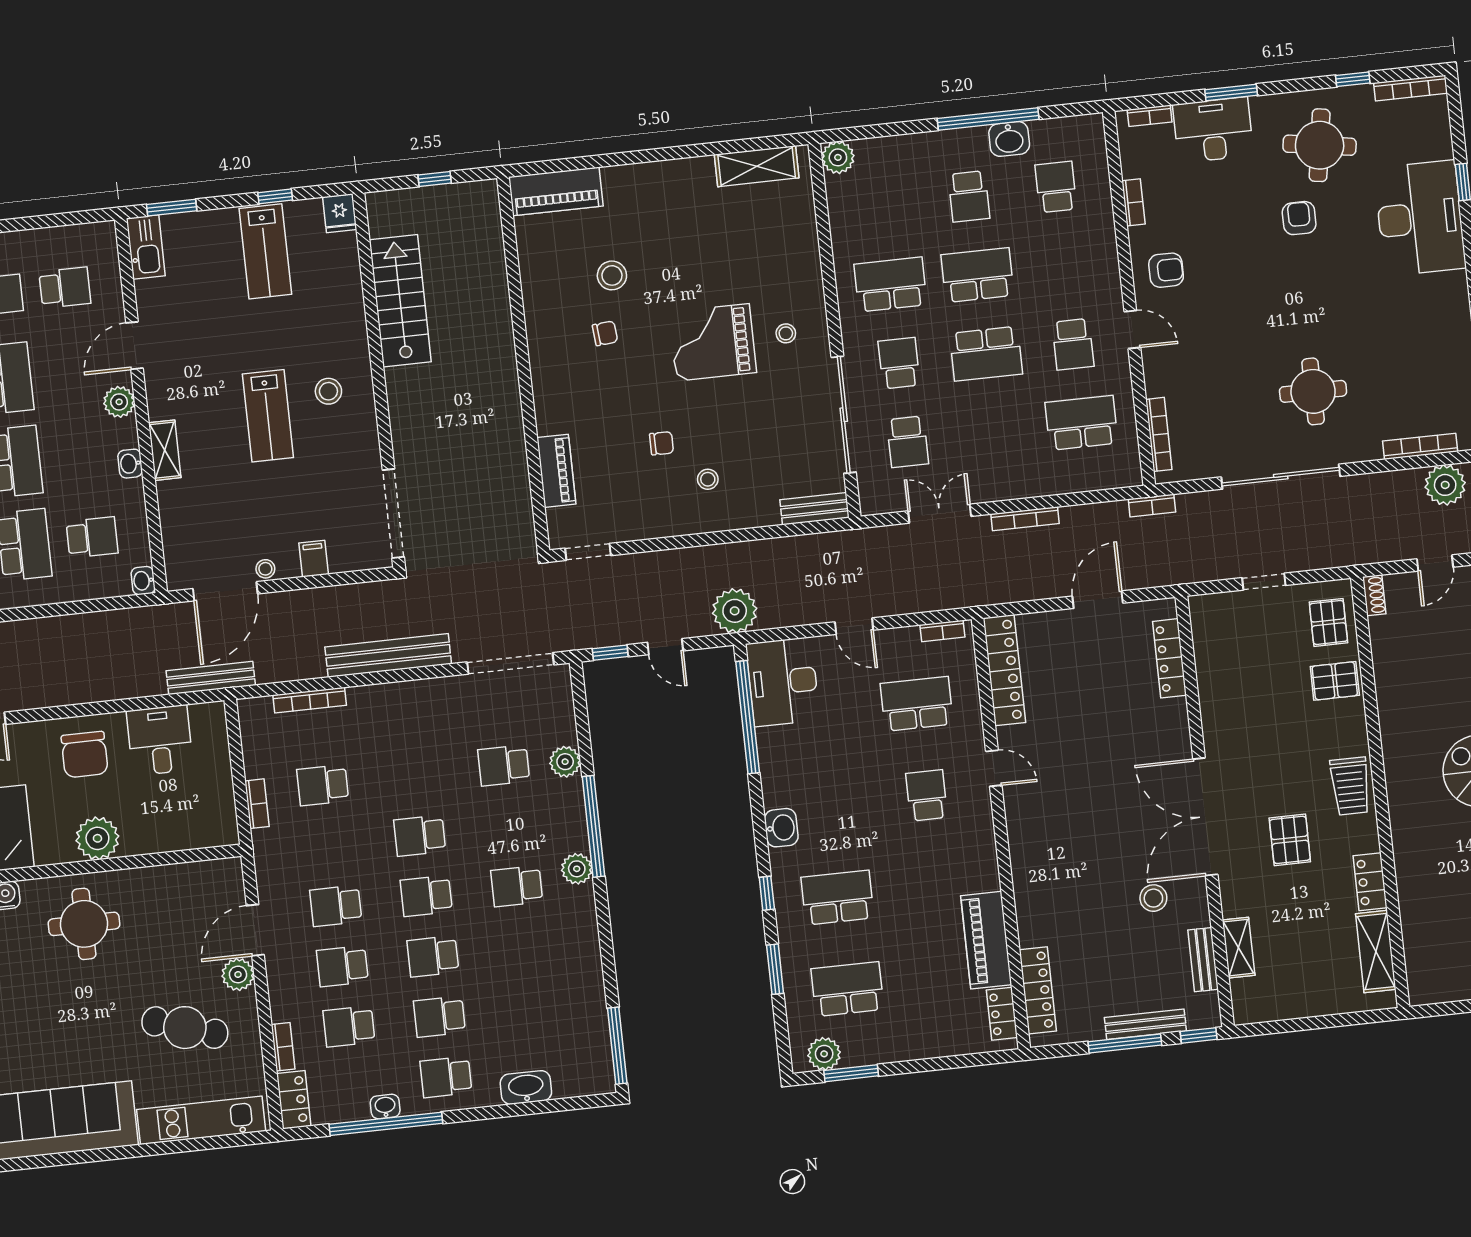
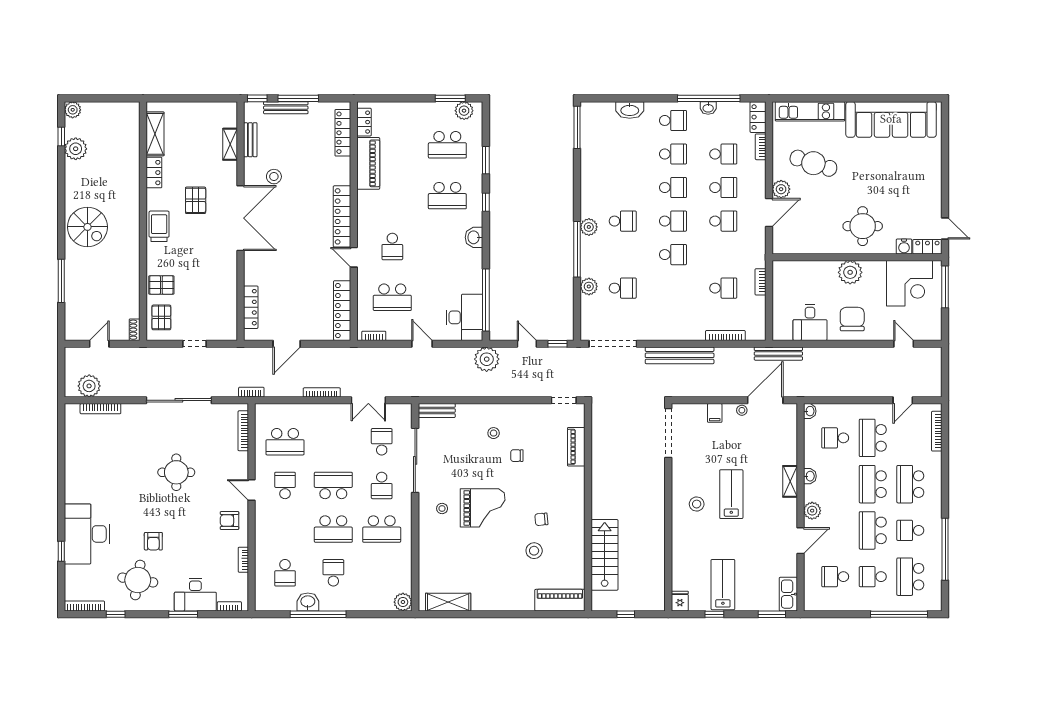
stairs: (400, 301) -> (605, 555), moved, turned 180
round table: (1313, 391) -> (176, 472), moved
locker: (1023, 840) -> (342, 216), added

